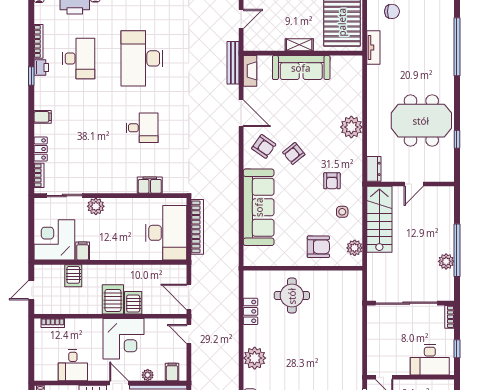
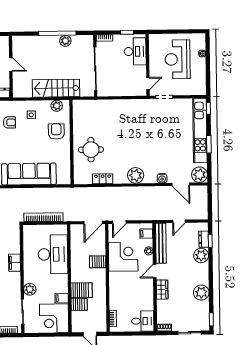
filing cabinet: (150, 185) -> (15, 263), moved
stairs: (379, 219) -> (56, 88), moved
desk: (166, 233) -> (53, 254), moved, turned 90
server rack: (113, 299) -> (82, 290), moved, turned 180
corner desk: (124, 339) -> (123, 257), moved
desk: (73, 365) -> (143, 321), moved

